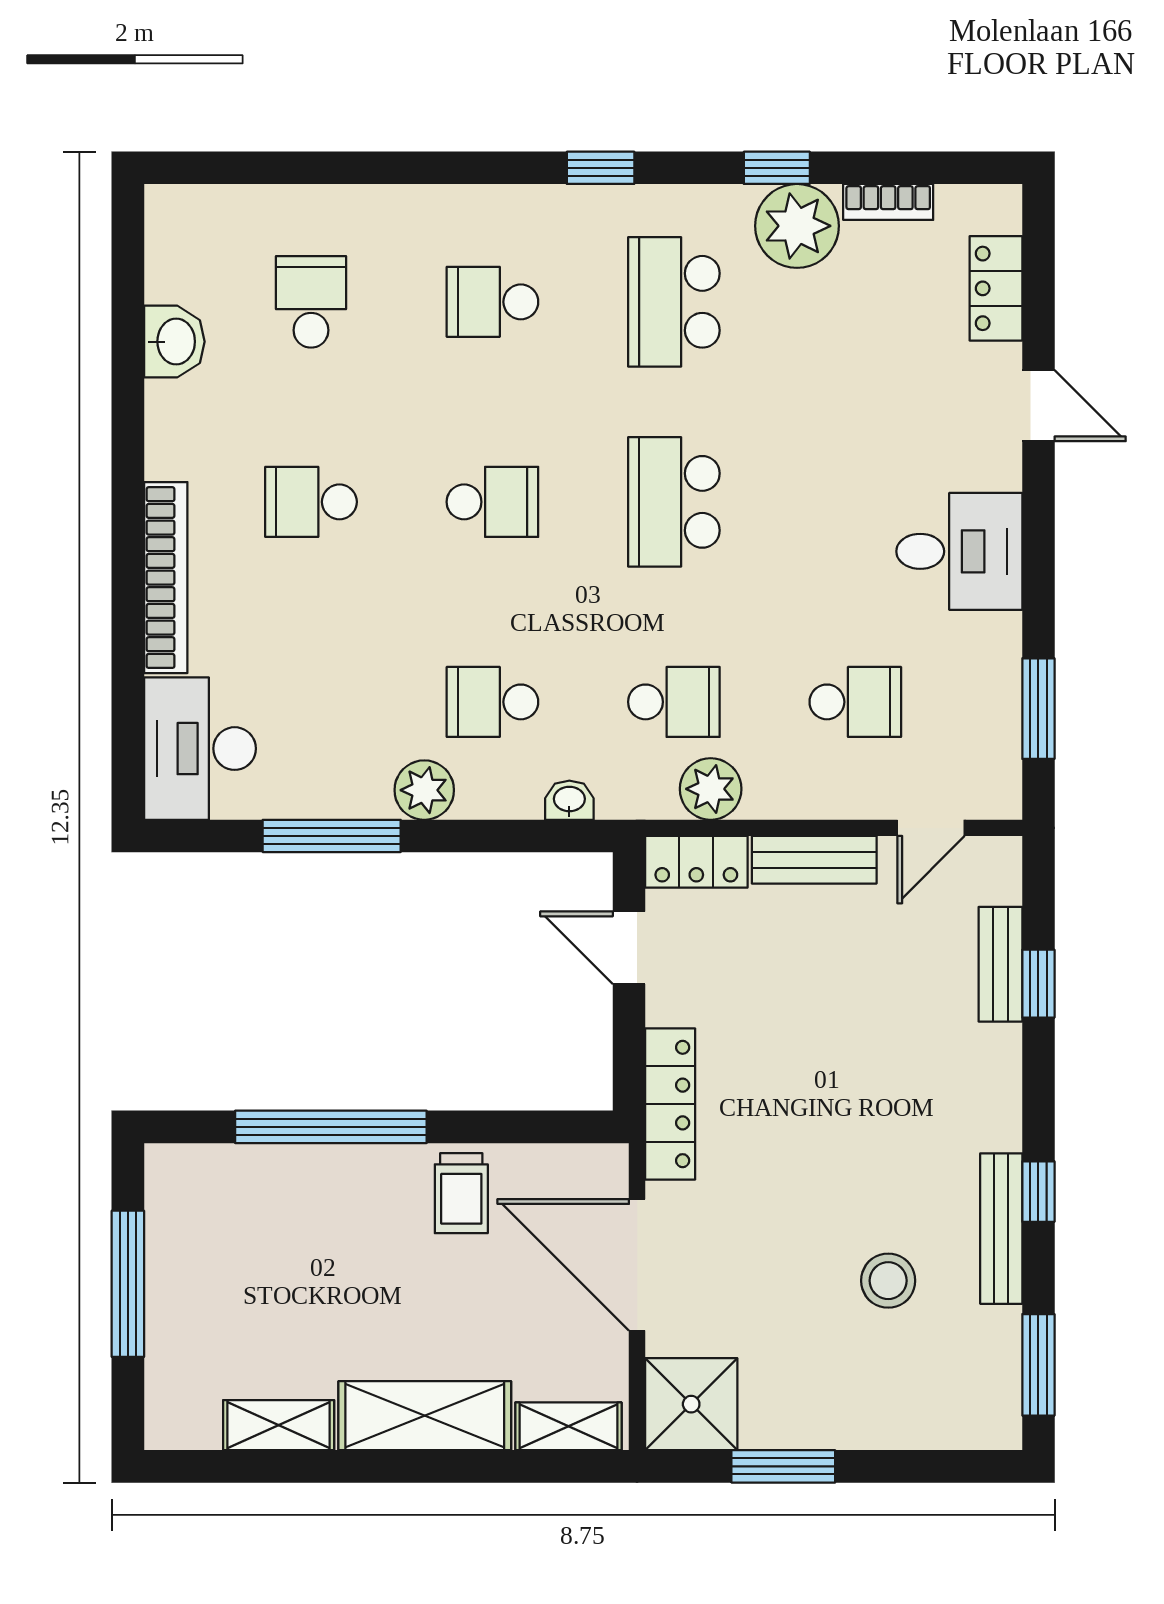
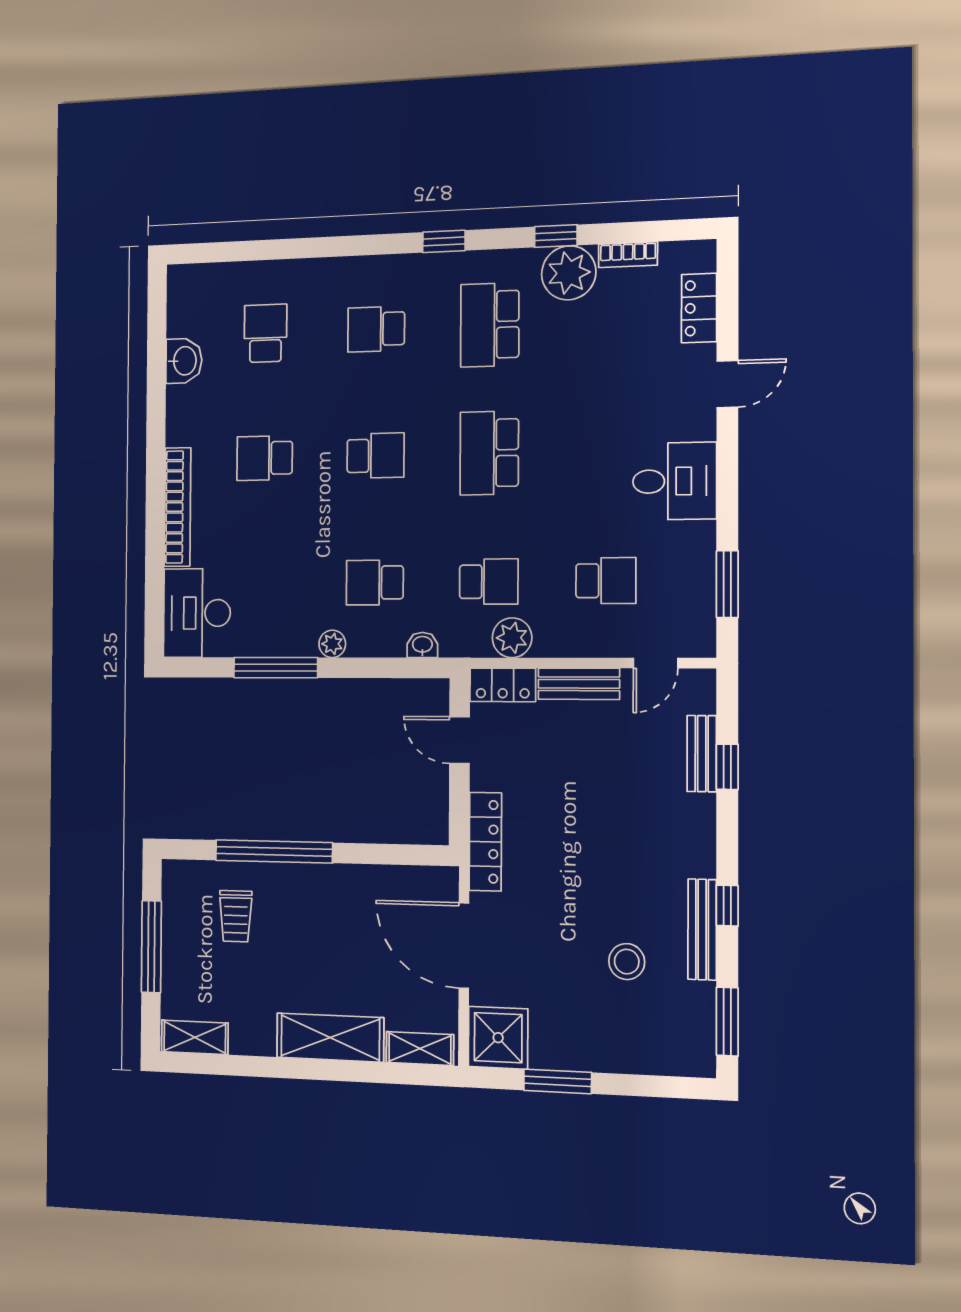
door: (1038, 406) -> (727, 384), hinge flipped
plant: (424, 790) -> (332, 644), width x0.73, depth x0.73
trolley: (461, 1193) -> (236, 916), moved
shelving: (279, 1425) -> (195, 1037), moved

